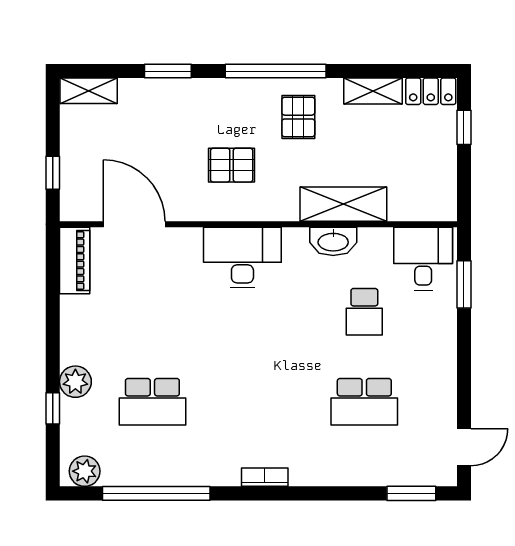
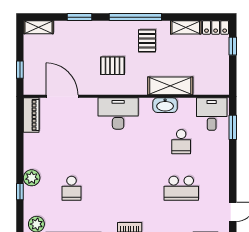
school desk: (152, 402) -> (72, 188), width x0.54

